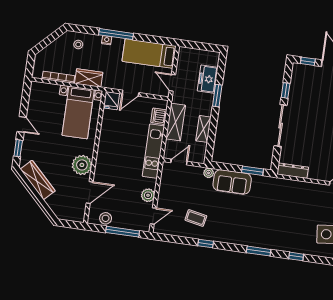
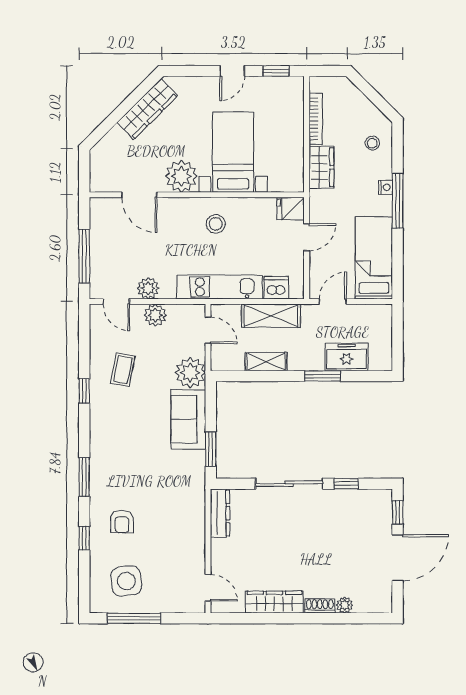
door: (130, 93) -> (307, 237), swing flipped
bed with nightstands: (78, 113) -> (233, 152), moved, turned 90
window: (18, 148) -> (276, 71), moved
plant: (209, 173) -> (190, 373), width x1.88, depth x1.88
plant: (165, 193) -> (155, 315), added
stool: (106, 218) -> (216, 224), moved
armchair: (289, 232) -> (122, 522), added

